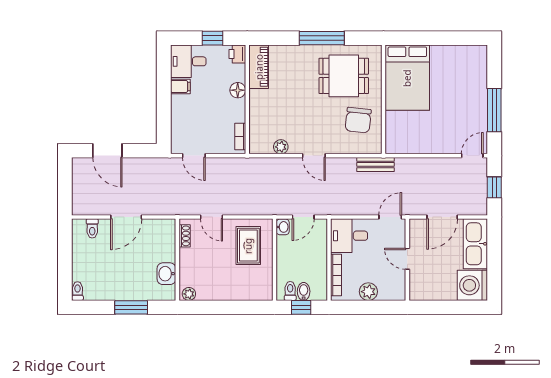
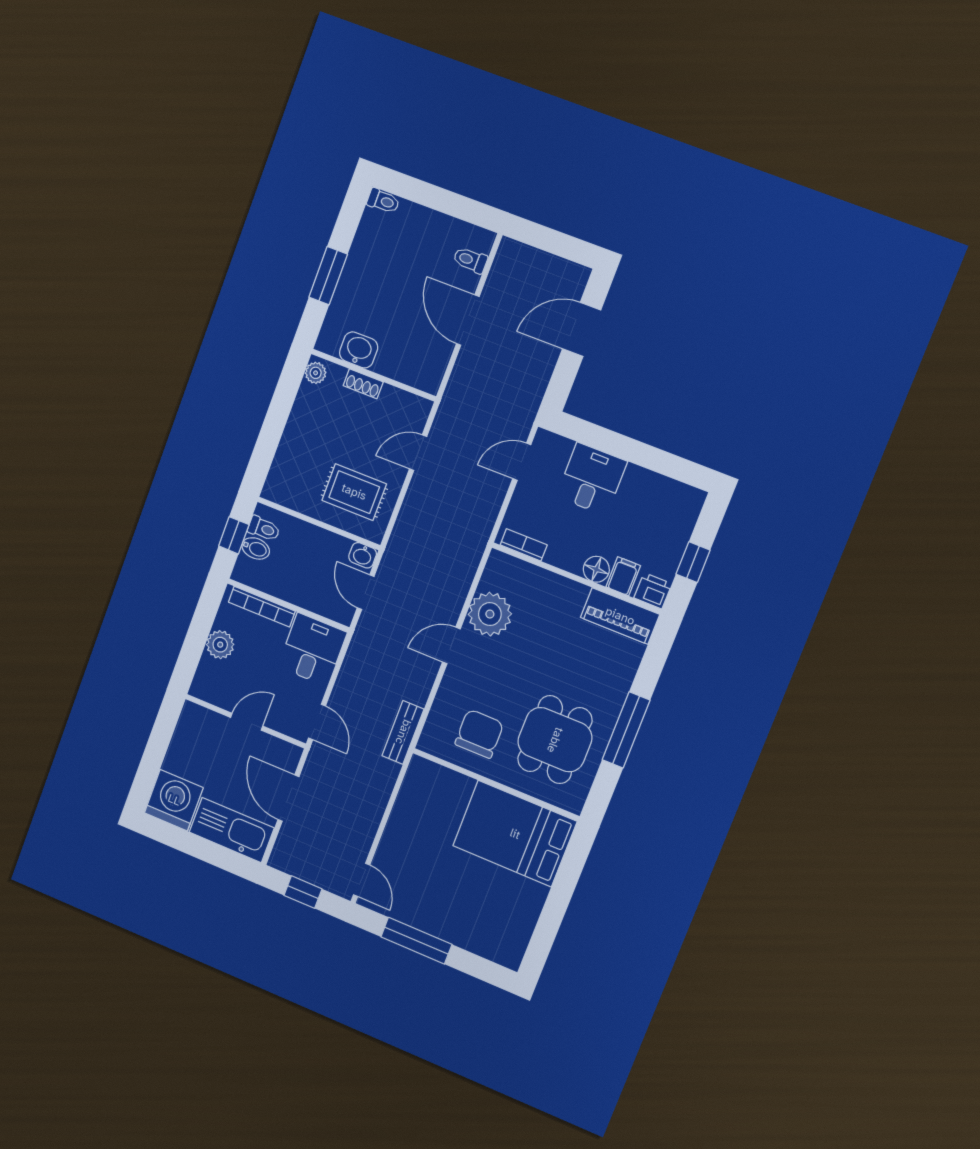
desk: (188, 61) -> (592, 479), moved
filing cabinet: (180, 86) -> (623, 576), moved, turned 180
chair: (358, 120) -> (479, 734), turned 84
plant: (281, 147) -> (490, 614), width x1.87, depth x1.87
shoe rack: (185, 236) -> (363, 384), moved

